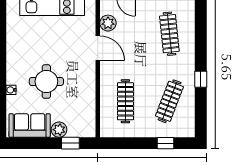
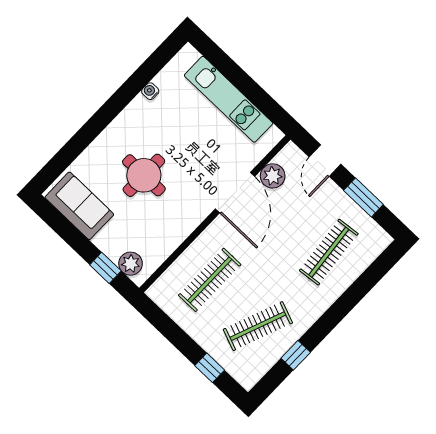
door: (98, 48) -> (235, 193), width x1.36
window: (201, 79) -> (296, 355), moved
water cooler: (11, 90) -> (150, 91), moved
plant: (59, 130) -> (131, 264), moved

